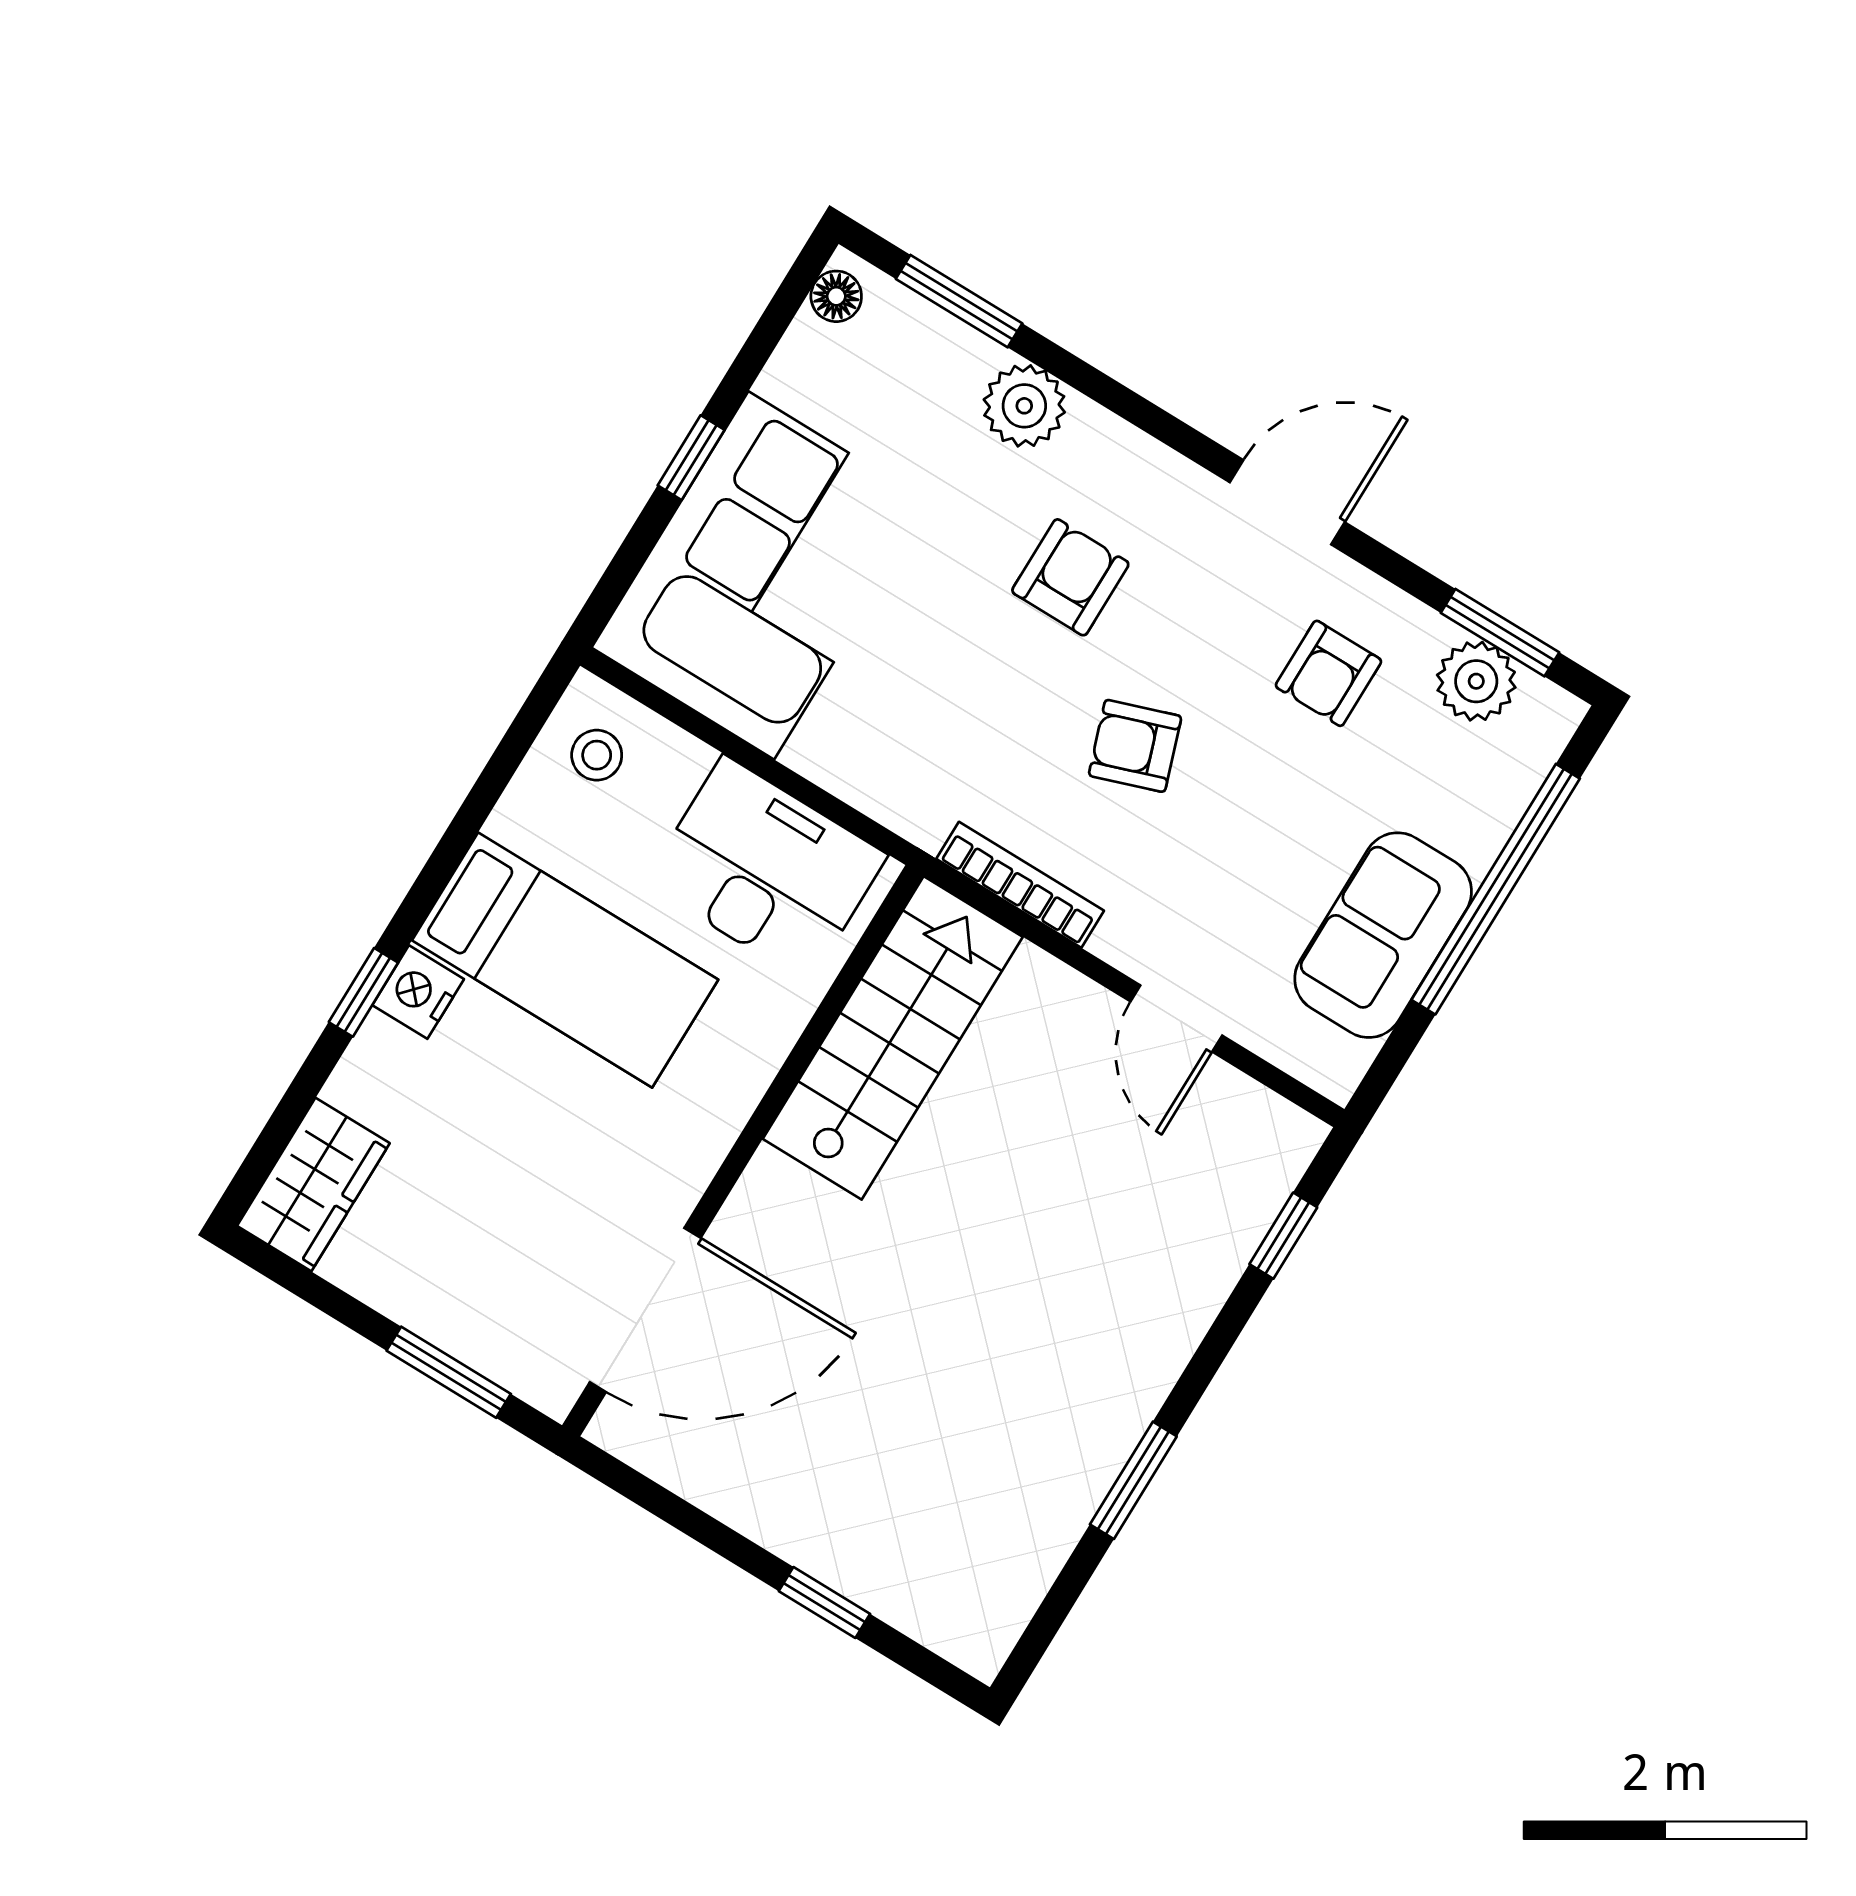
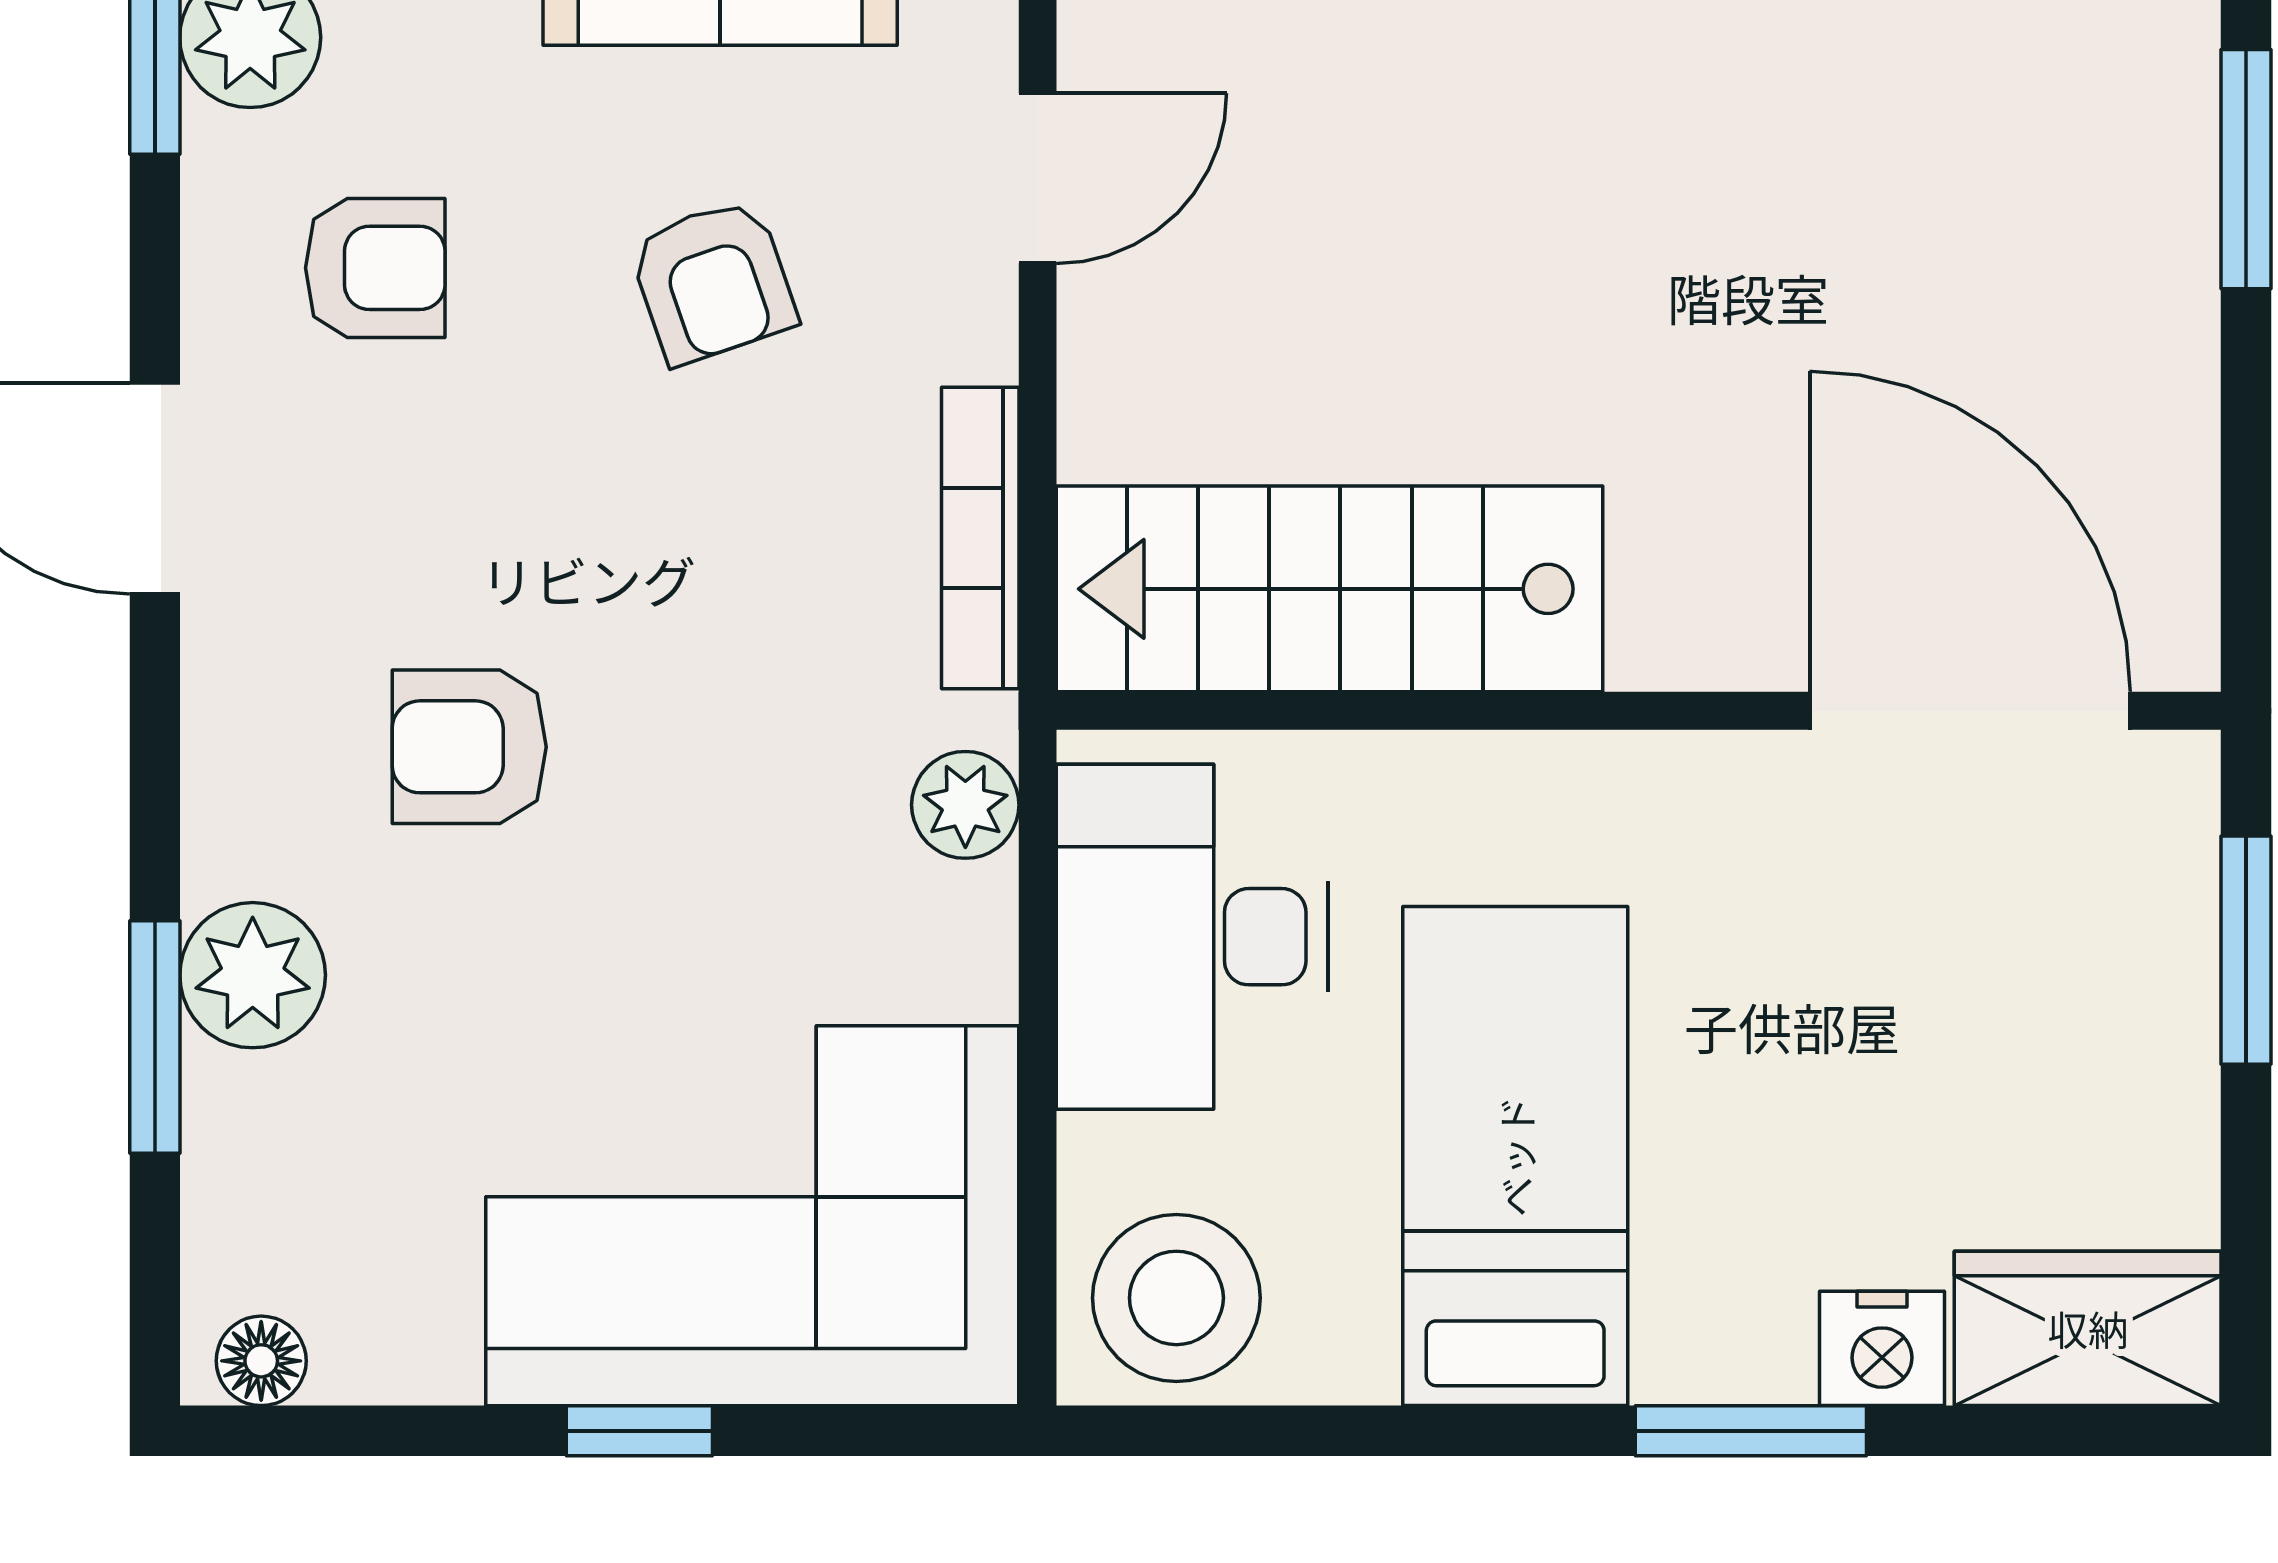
window: (959, 301) -> (155, 1037), moved
armchair: (1135, 746) -> (713, 281), moved
stool: (597, 755) -> (1176, 1298), width x1.89, depth x1.89
plant: (896, 799) -> (965, 805), added
window: (363, 992) -> (1751, 1431), width x1.50
nightstand: (418, 992) -> (1882, 1348), moved
window: (824, 1603) -> (2246, 169), width x1.50

